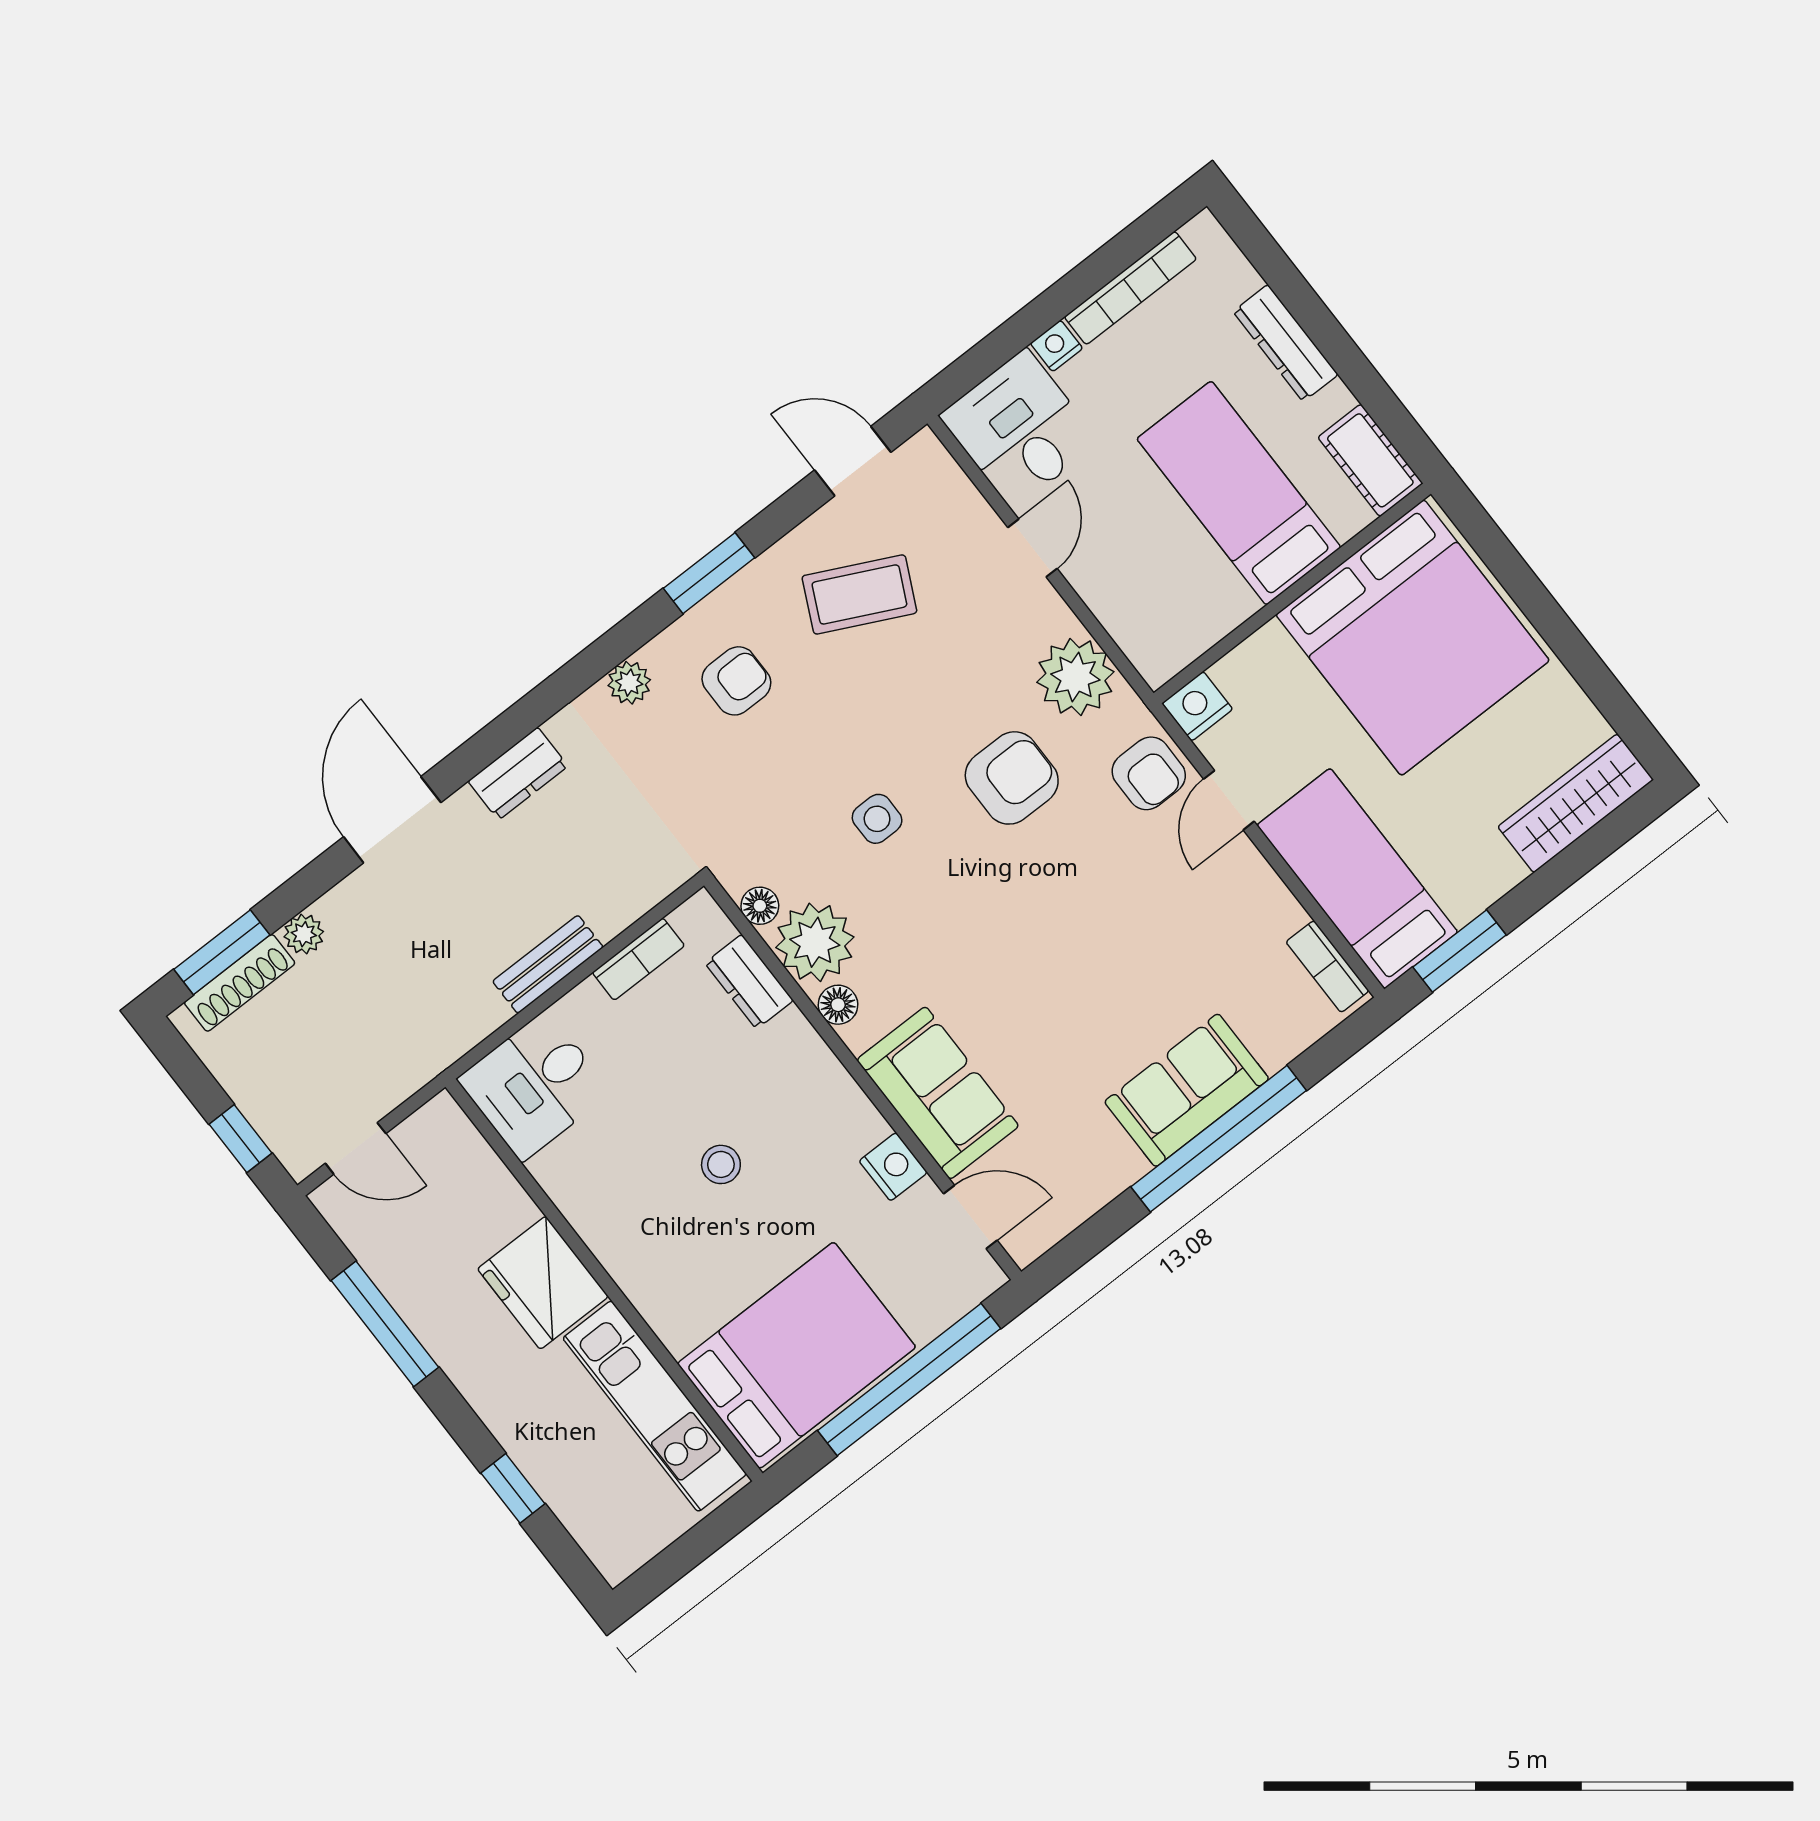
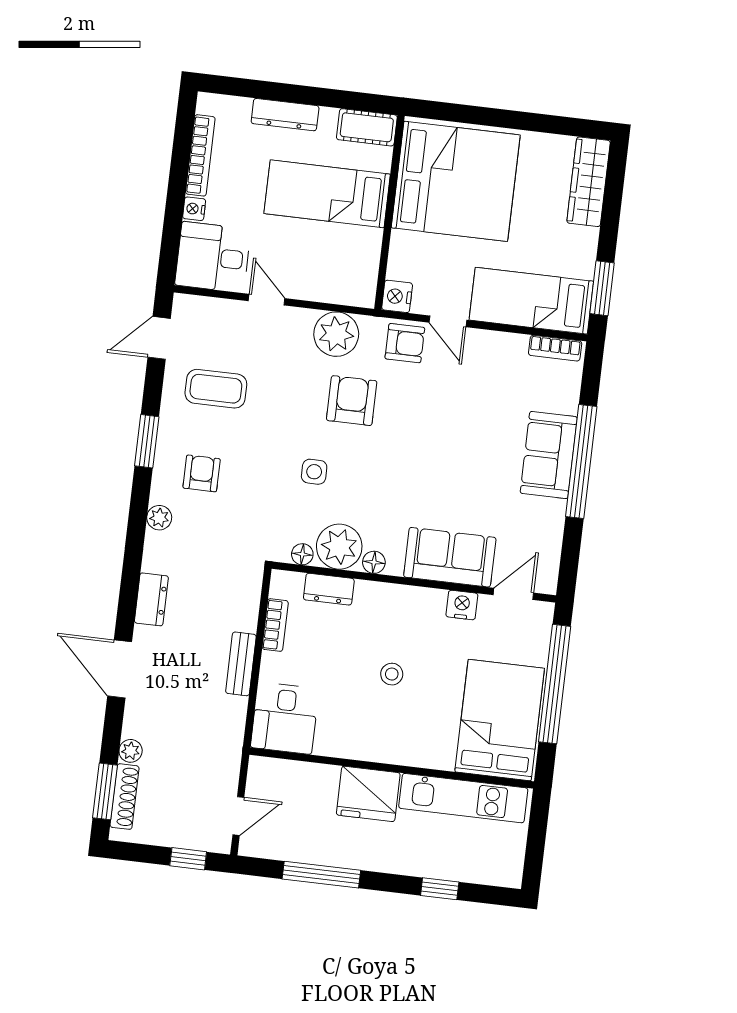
coffee table: (859, 594) -> (216, 389), turned 64

